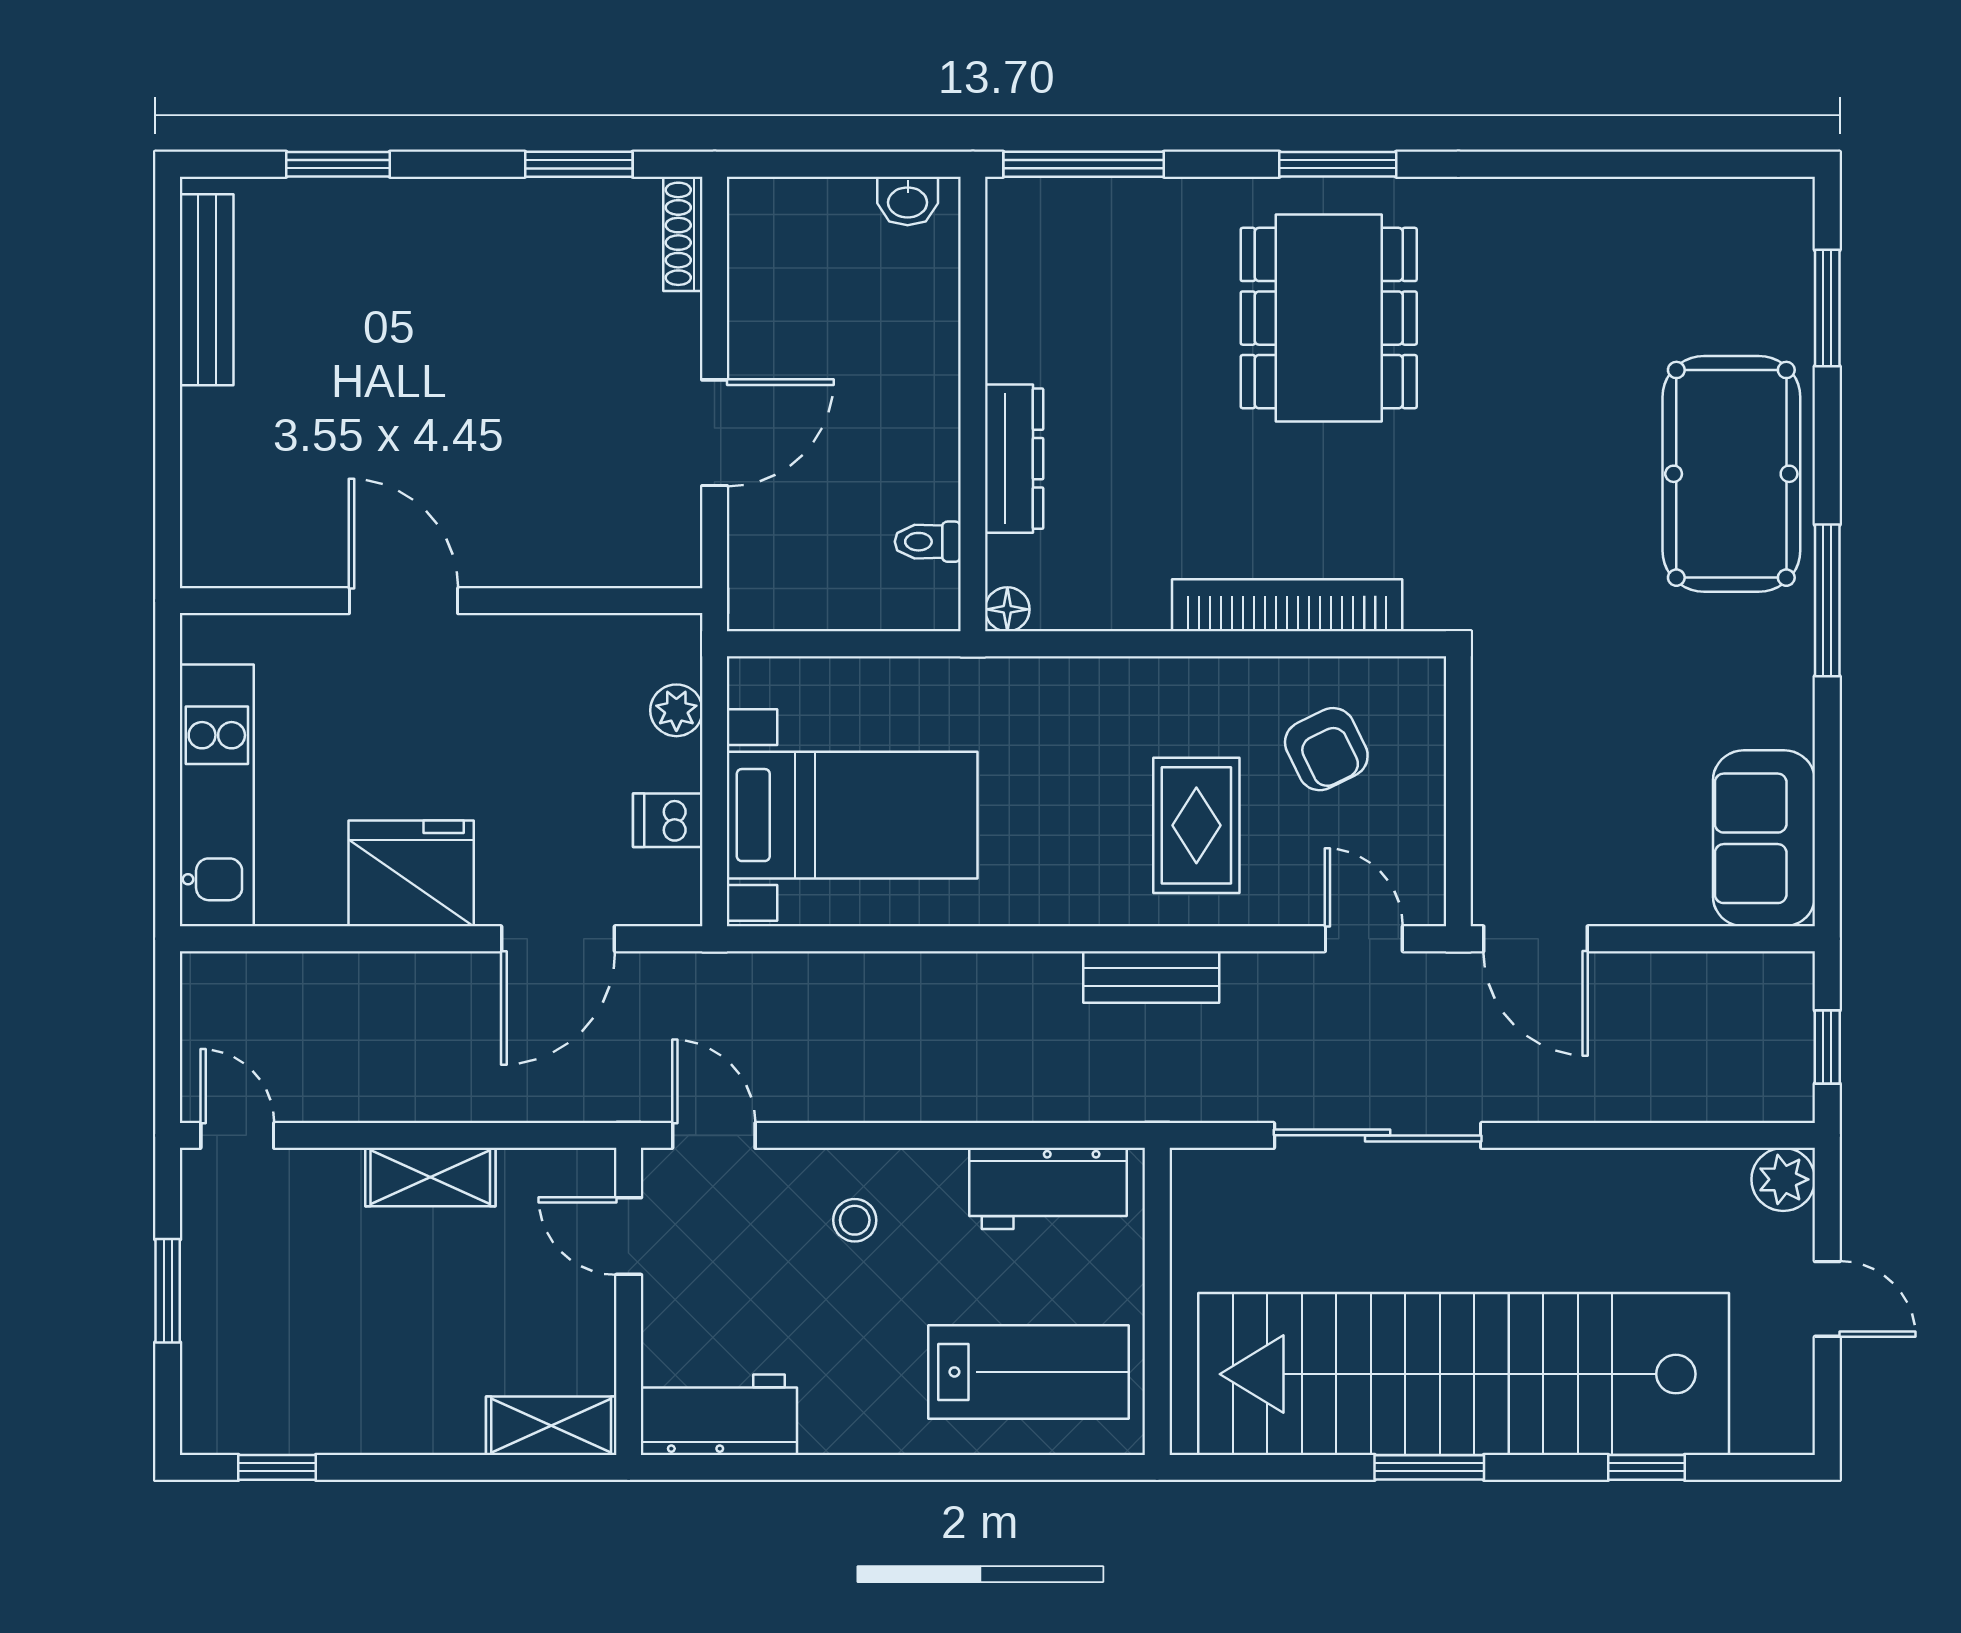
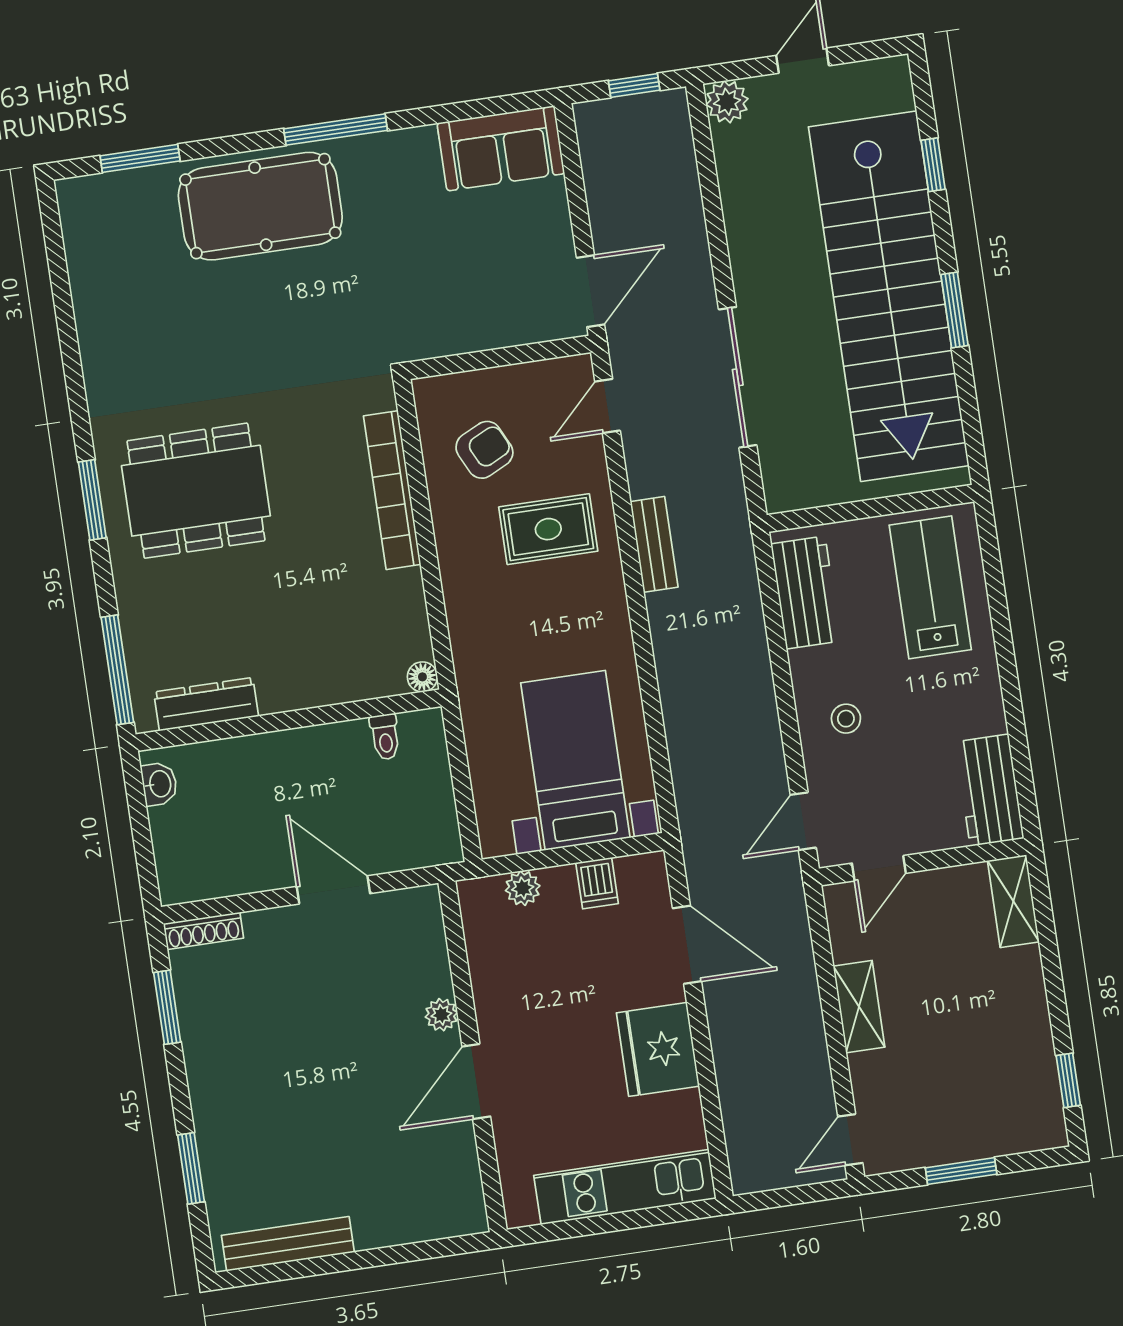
dresser: (1014, 459) -> (206, 704), moved
plant: (509, 564) -> (441, 1015), added

